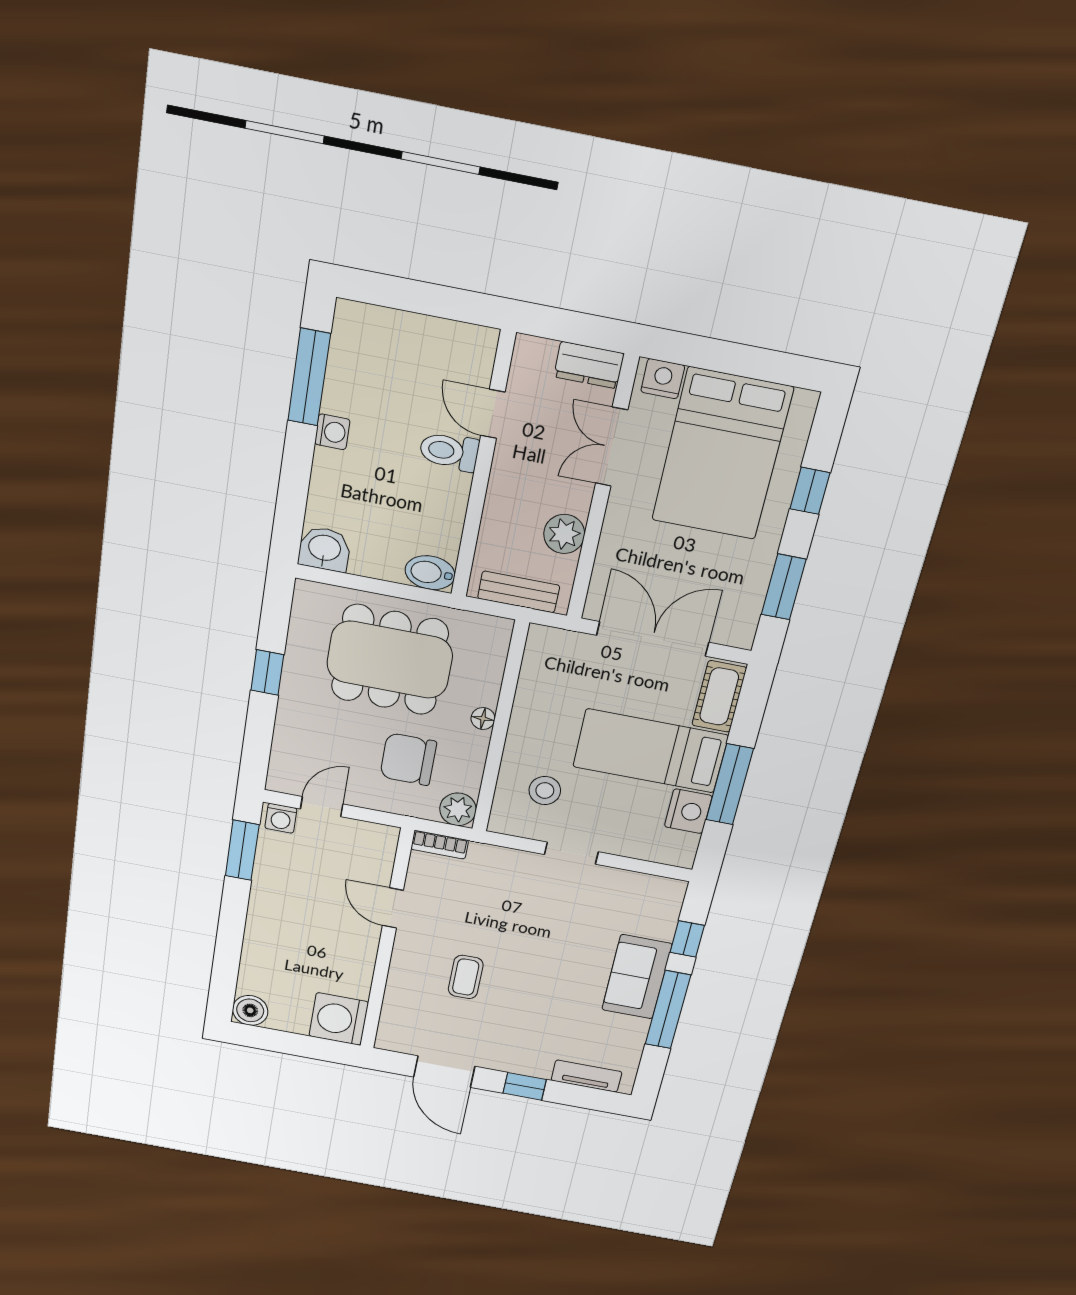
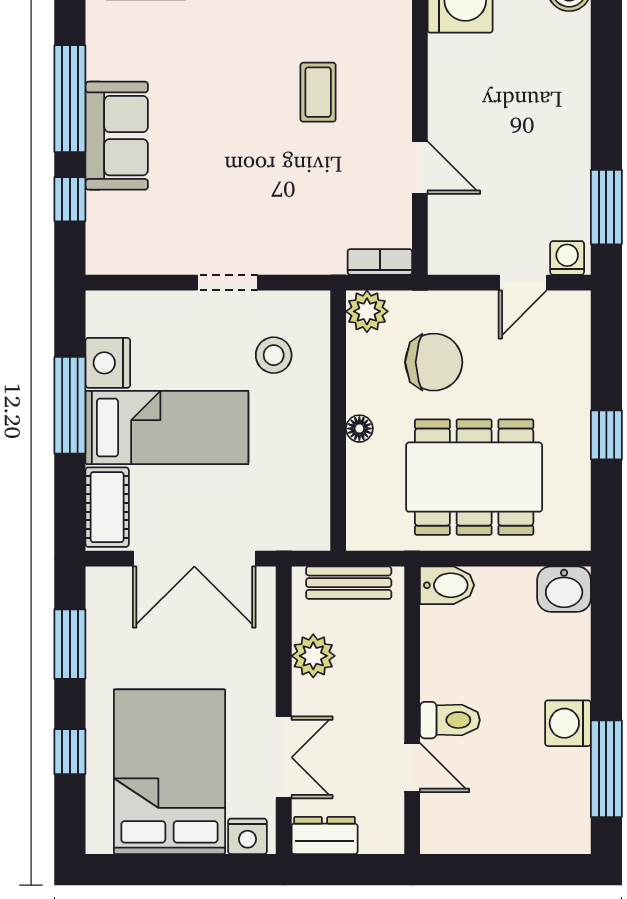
washing machine: (332, 432) -> (568, 723), width x1.38, depth x1.38

